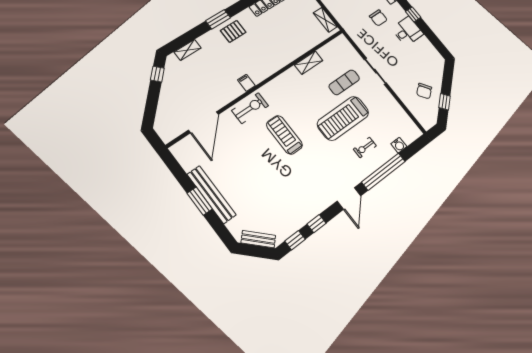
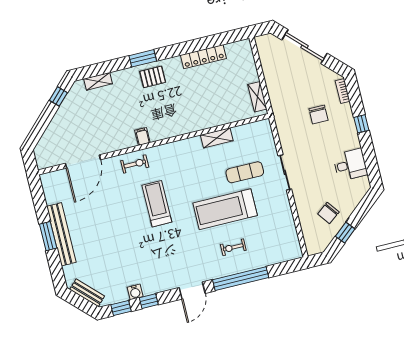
desk: (407, 31) -> (350, 165), moved
exercise bike: (250, 108) -> (135, 164), width x0.73, depth x0.72
water cooler: (399, 145) -> (135, 292), moved

